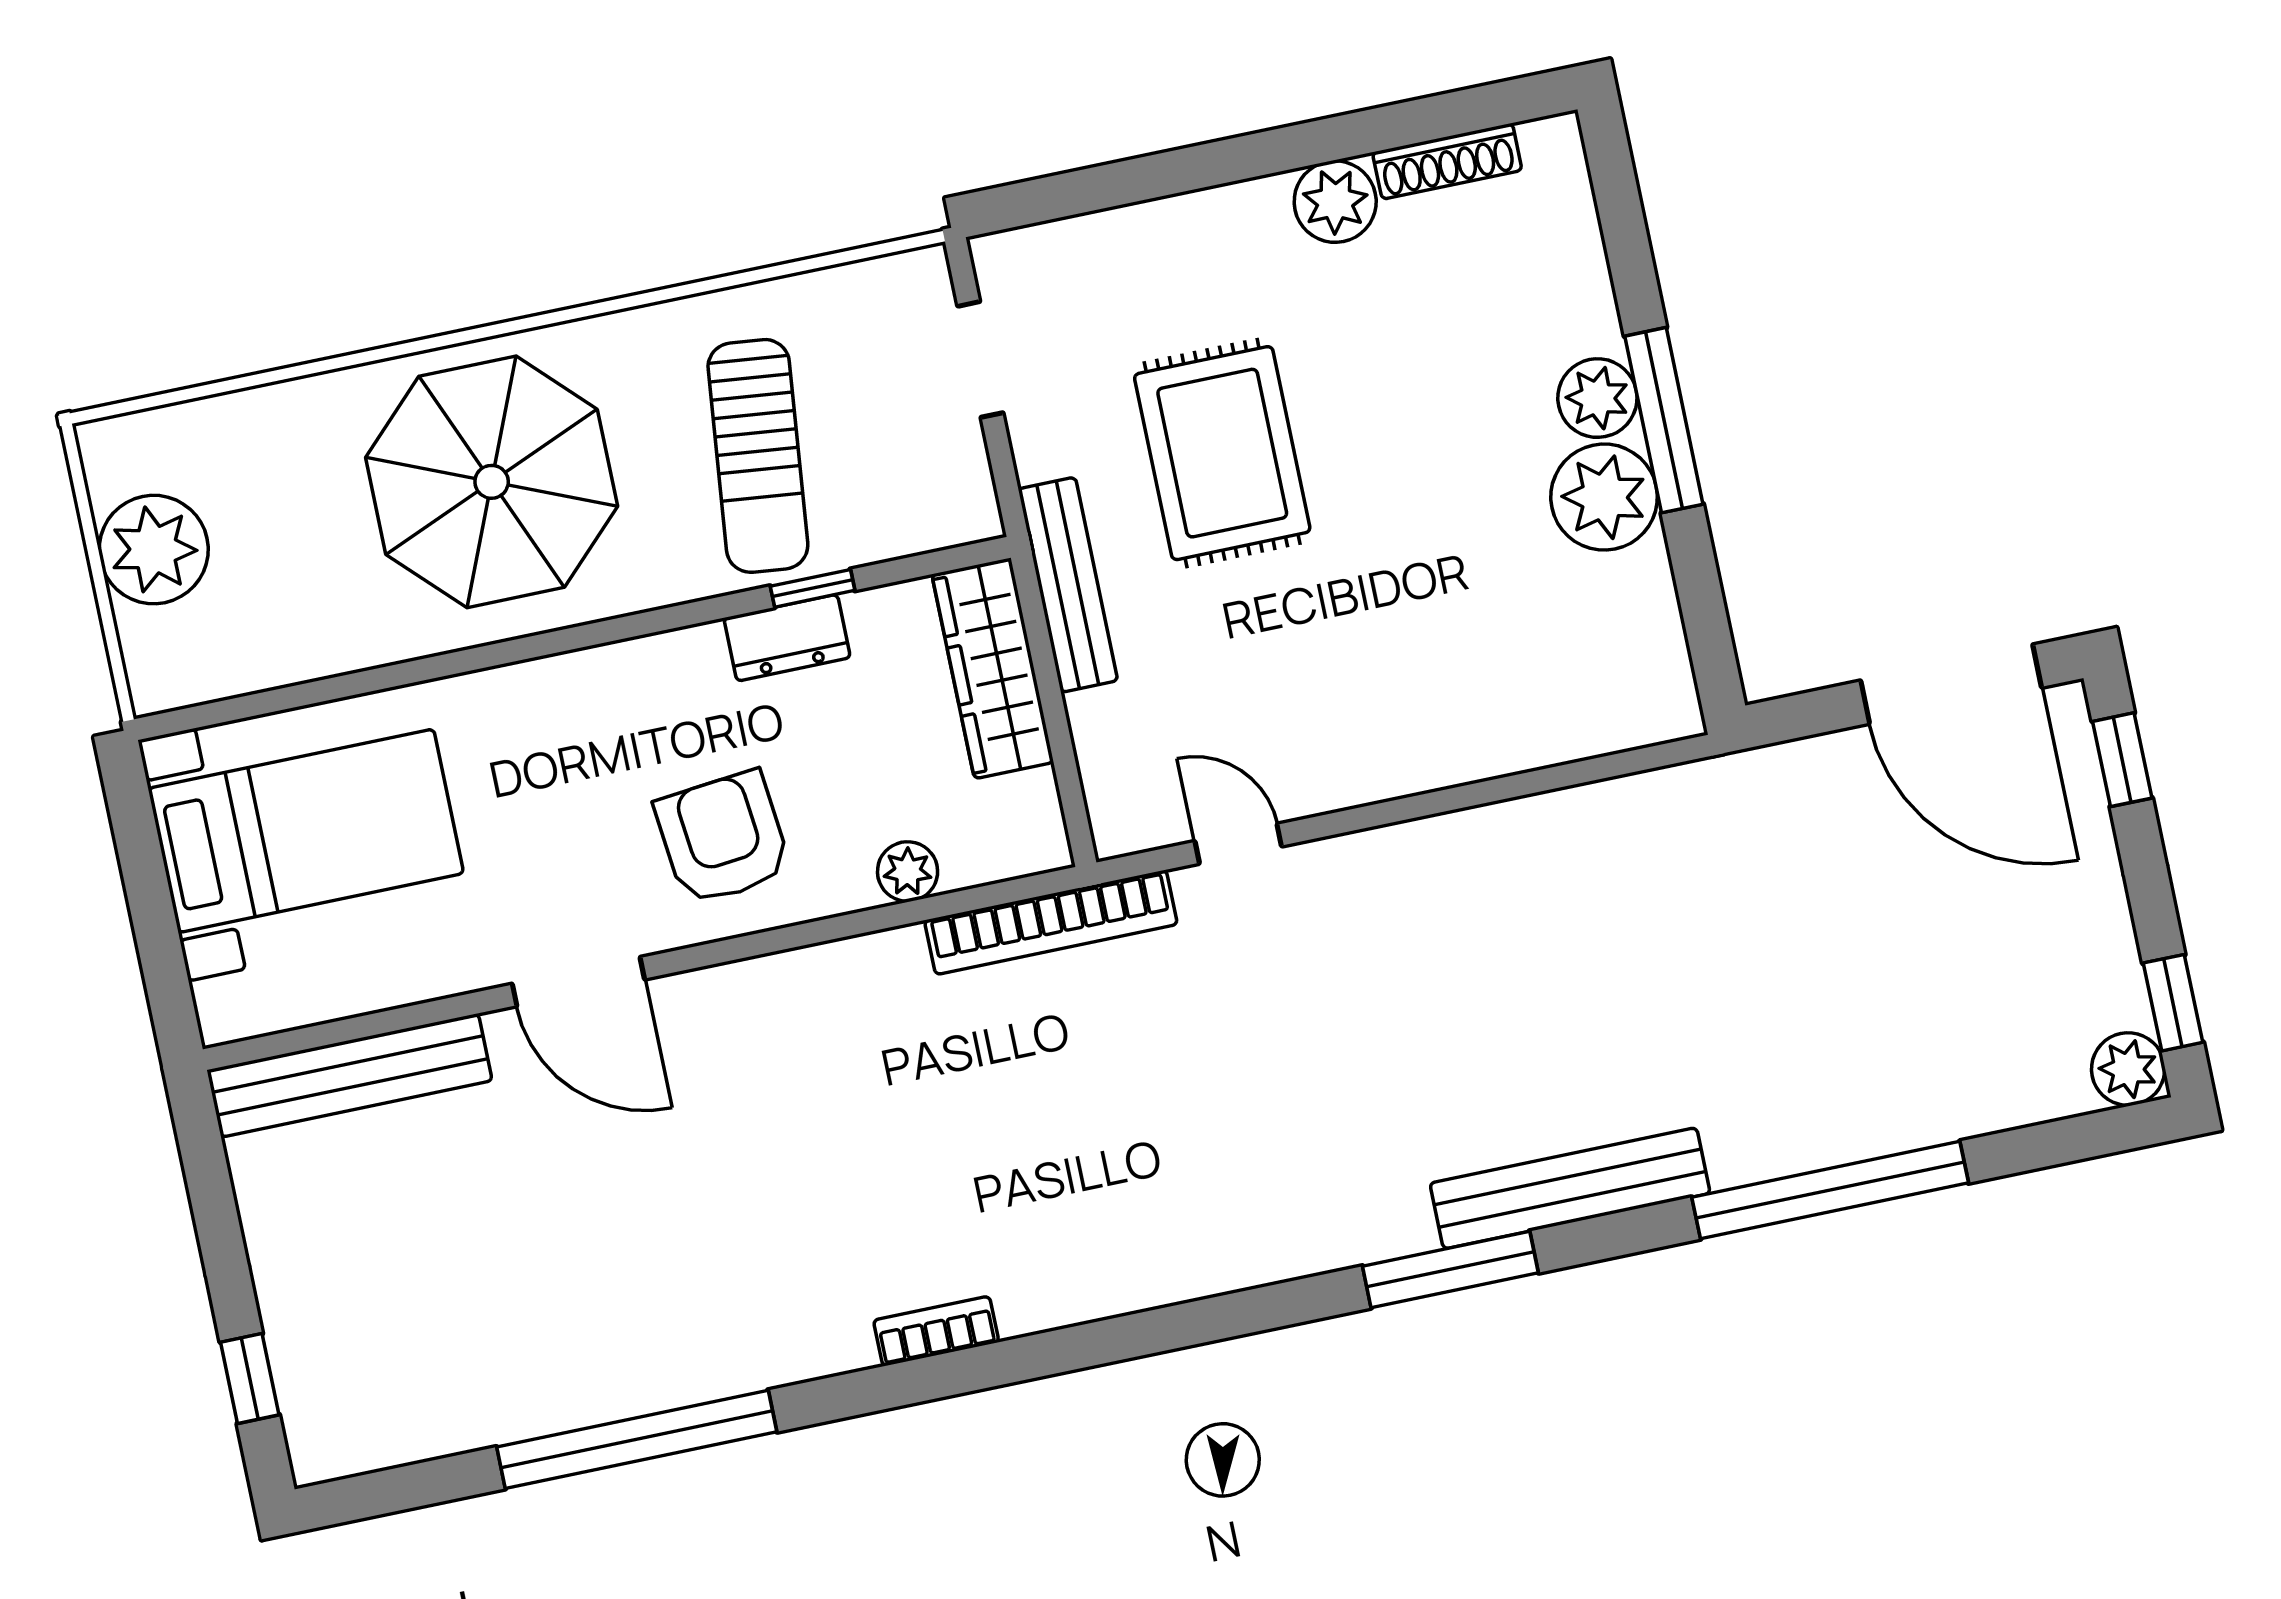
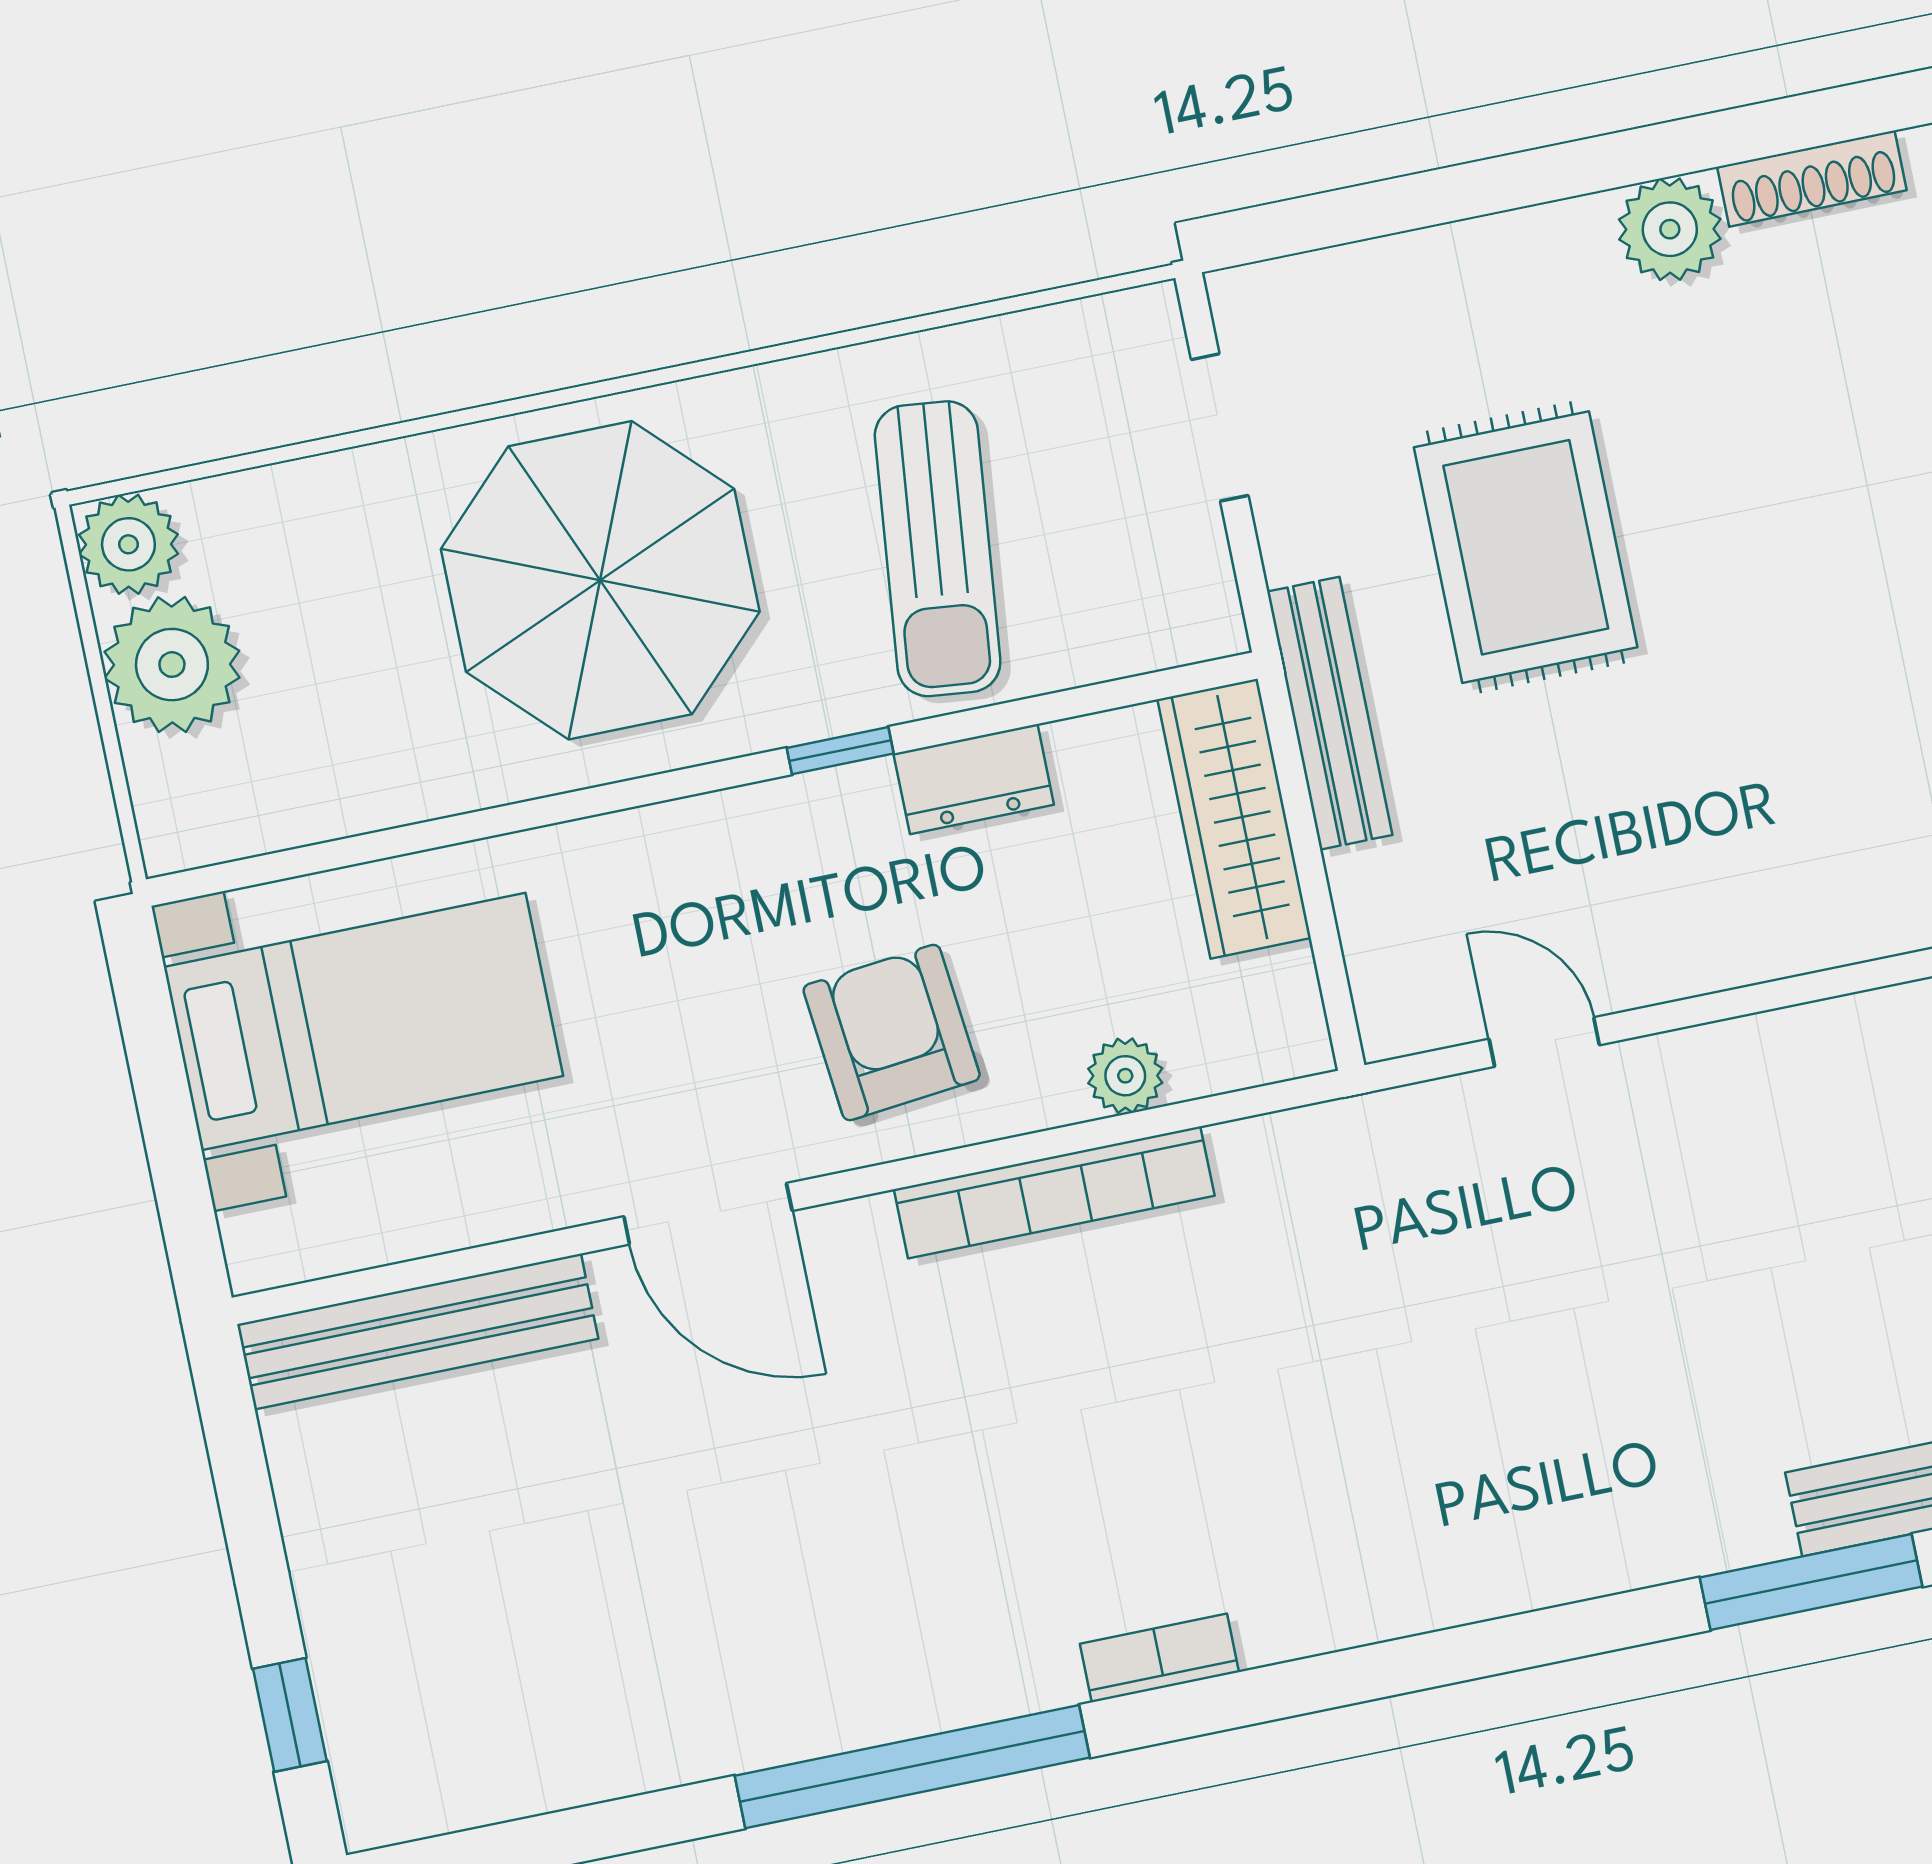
plant: (119, 455) -> (128, 544), added
window: (813, 588) -> (840, 751), moved
bookcase: (1051, 922) -> (1054, 1193), moved
window: (637, 1439) -> (912, 1767), moved

